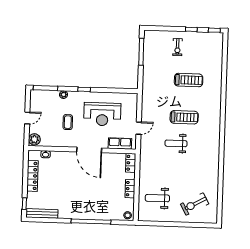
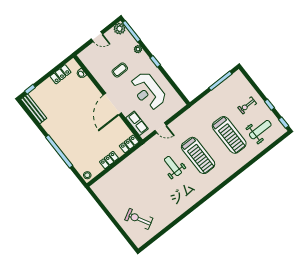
treadmill: (189, 80) -> (229, 135), width x1.37, depth x1.38
treadmill: (184, 117) -> (198, 155), width x1.37, depth x1.38
plant: (34, 139) -> (119, 29), moved
locker: (32, 176) -> (60, 74), width x0.66
weight bench: (157, 198) -> (260, 130), moved, turned 90

